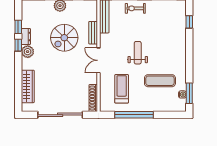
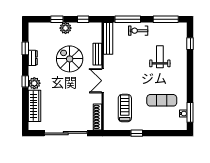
spiral stairs: (64, 38) -> (70, 59), turned 90
window: (18, 45) -> (25, 81), moved
plant: (28, 52) -> (34, 83), moved
weight bench: (138, 53) -> (160, 57), moved
window: (134, 115) -> (137, 133), width x0.32

